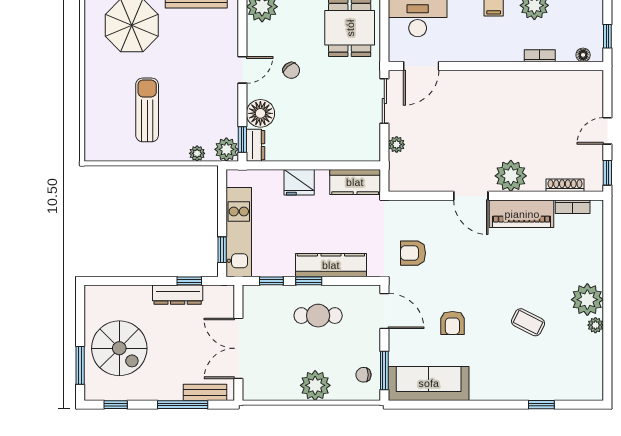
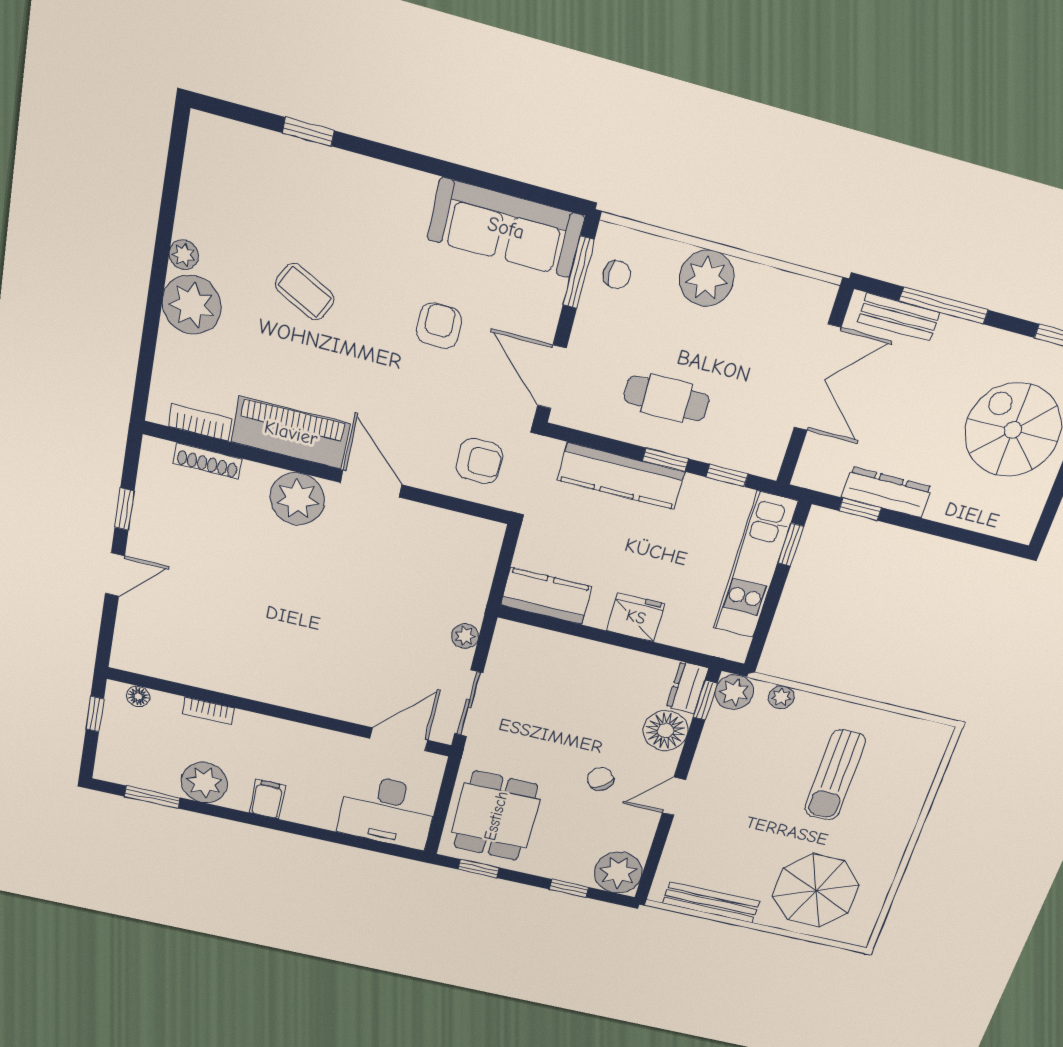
plant: (511, 176) -> (297, 499), moved
shoe rack: (565, 185) -> (208, 461), moved
door: (471, 196) -> (371, 484), moved
wall: (496, 196) -> (329, 473), moved
bookcase: (573, 207) -> (200, 422), moved
piano: (522, 214) -> (291, 433), moved

